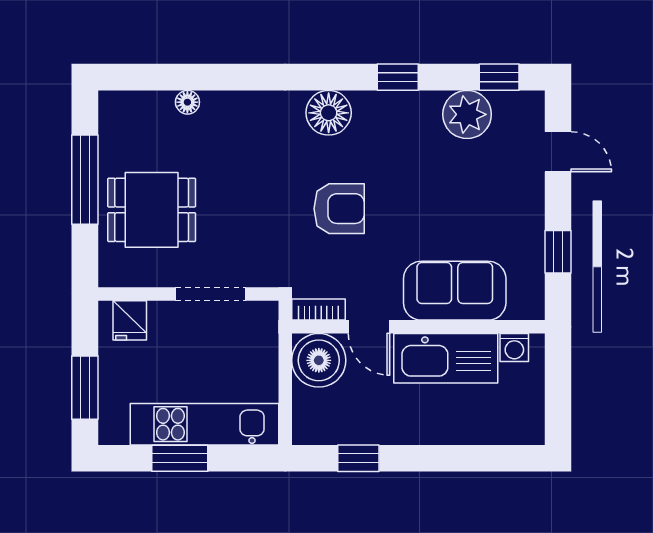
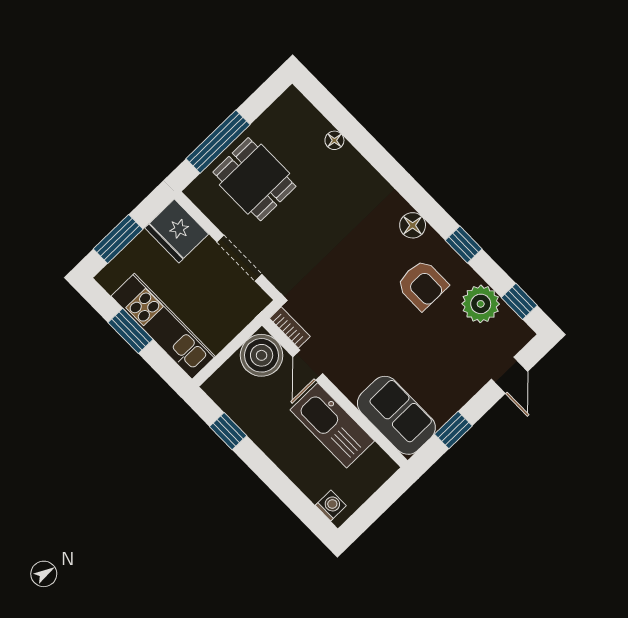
floor lamp: (329, 113) -> (413, 225), width x0.73, depth x0.73
window: (85, 180) -> (218, 142), moved
armchair: (339, 209) -> (422, 285), moved
sofa: (455, 291) -> (396, 415), moved
fridge: (130, 320) -> (177, 231), width x1.88, depth x1.34
washing machine: (514, 348) -> (331, 506), moved, turned 180

